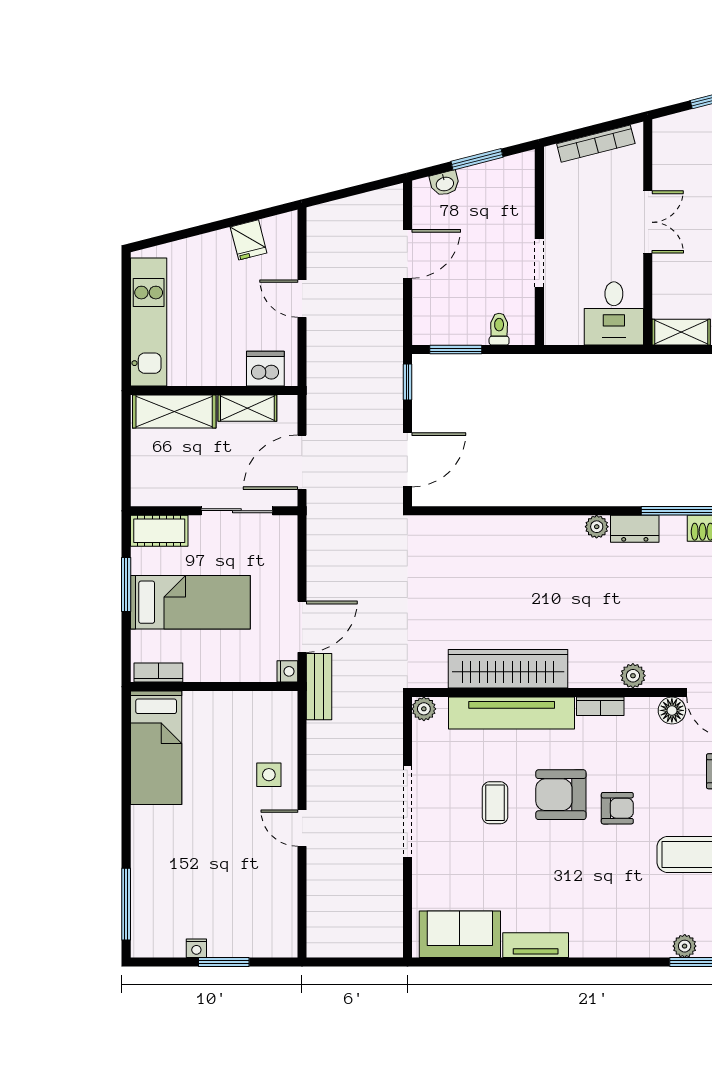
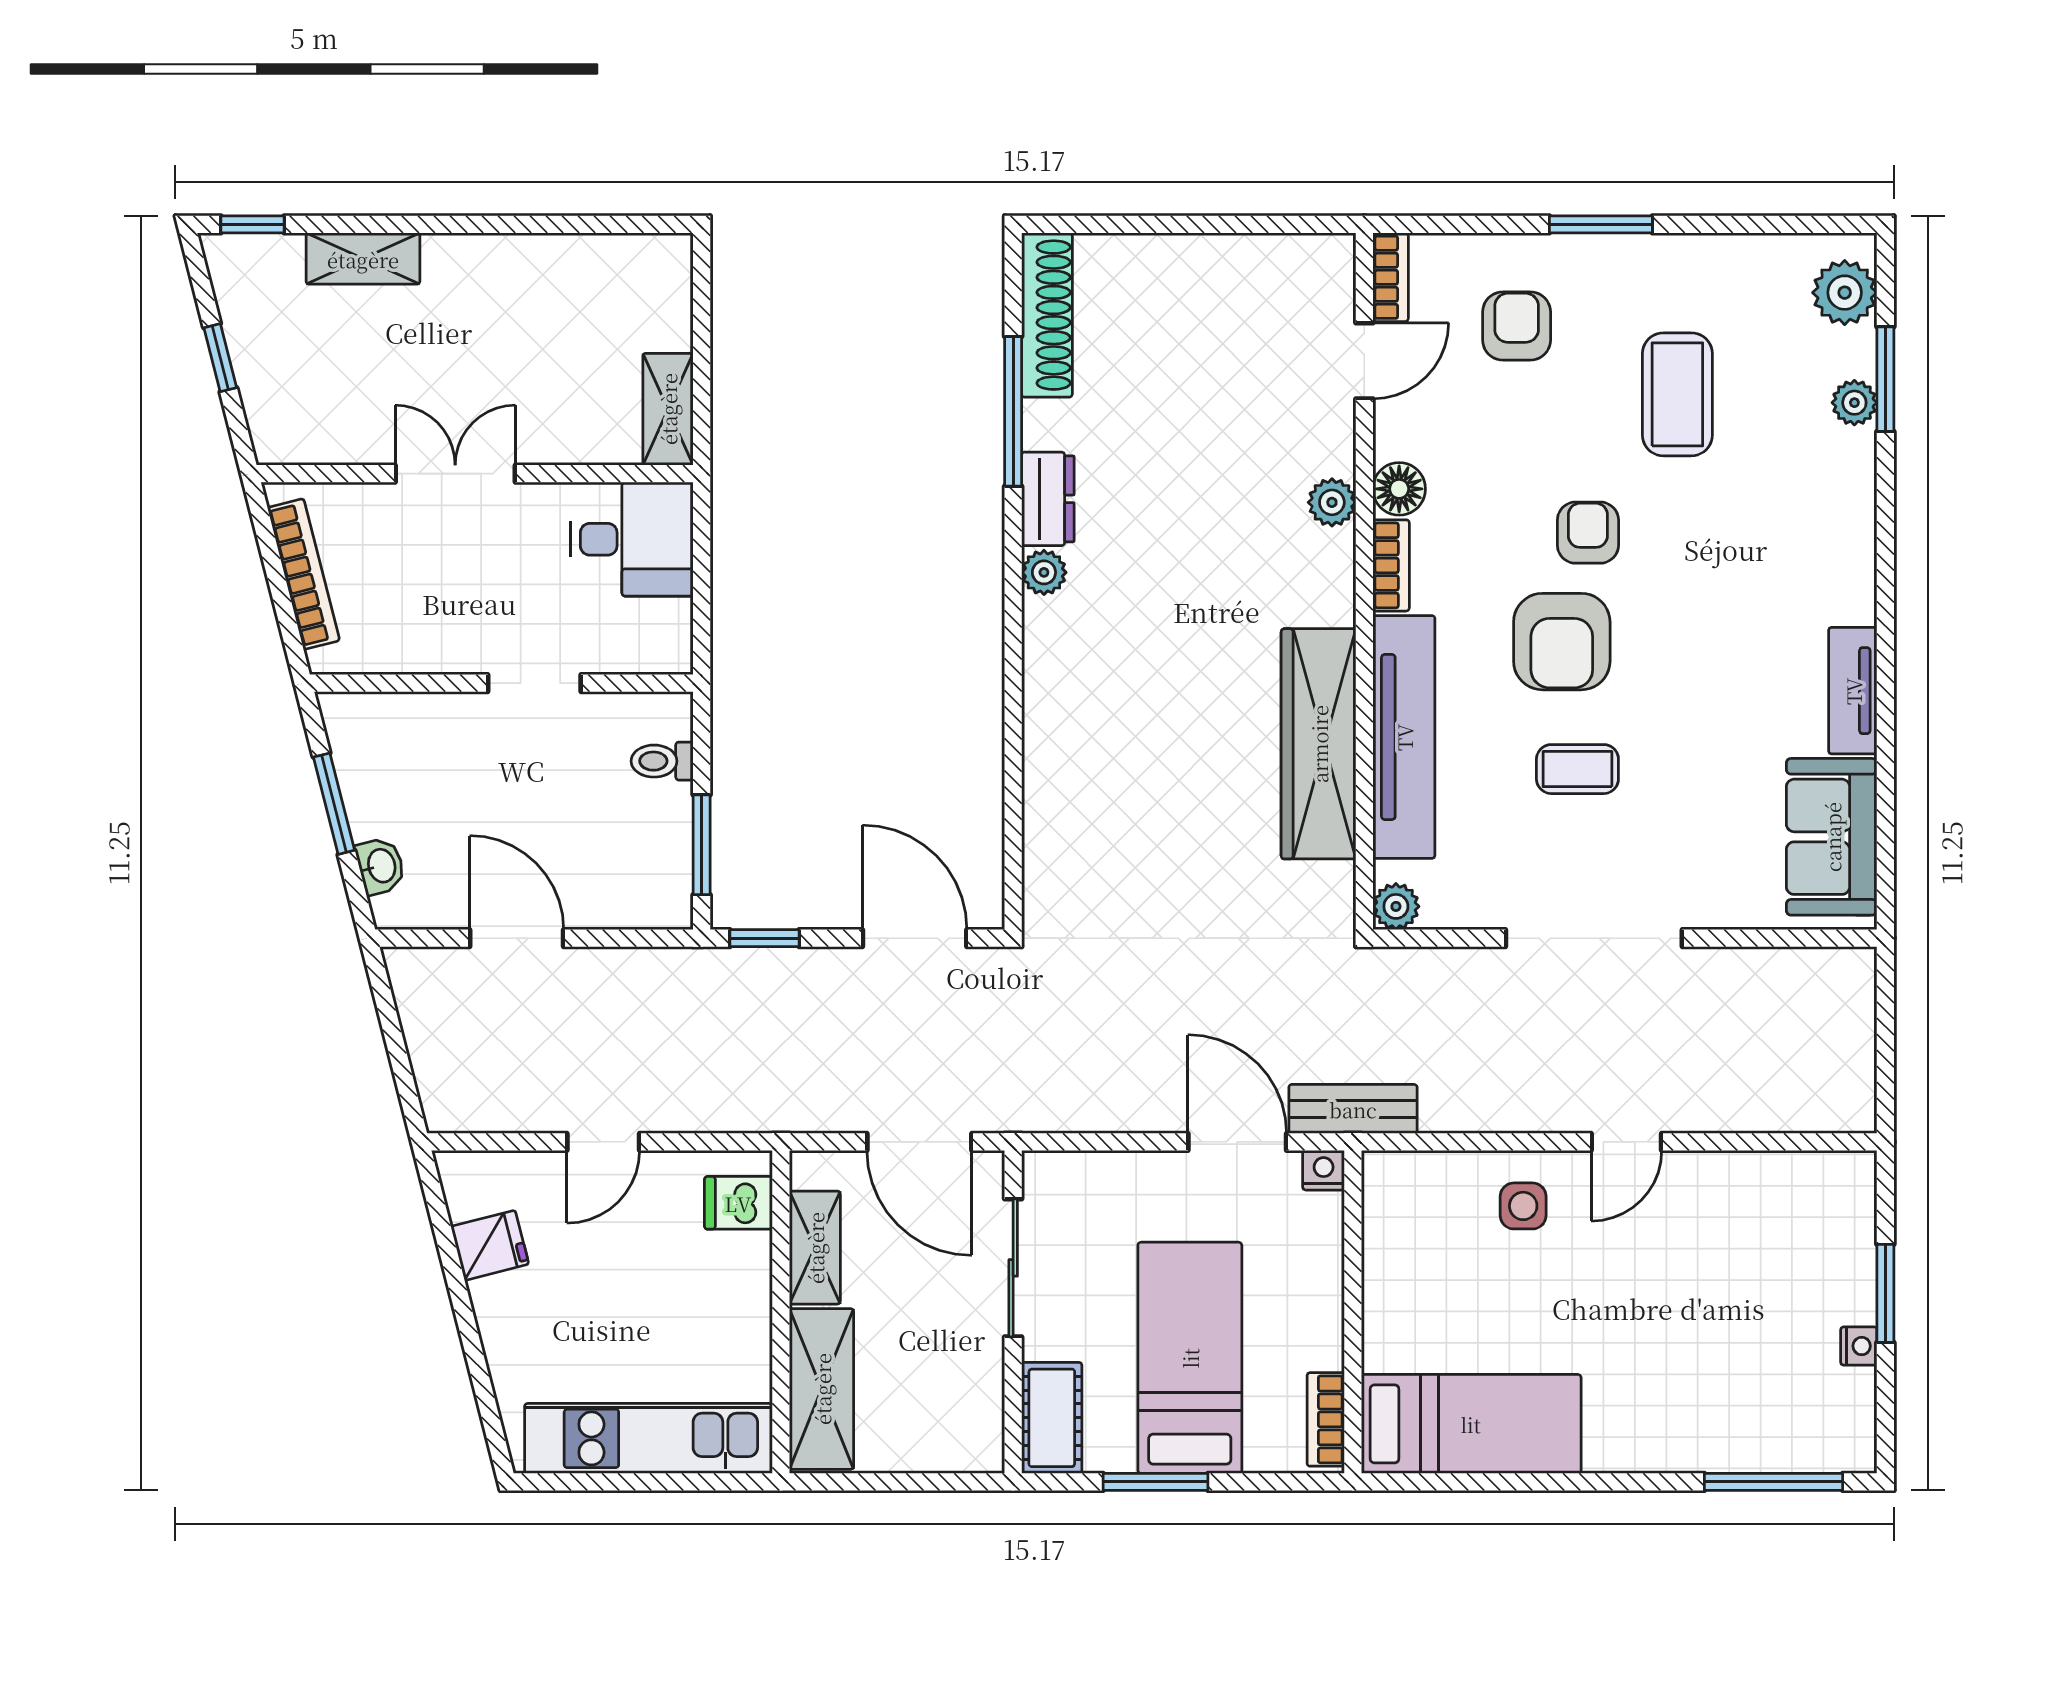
dishwasher: (265, 369) -> (738, 1203), width x0.73
floor lamp: (672, 710) -> (1399, 489), moved

